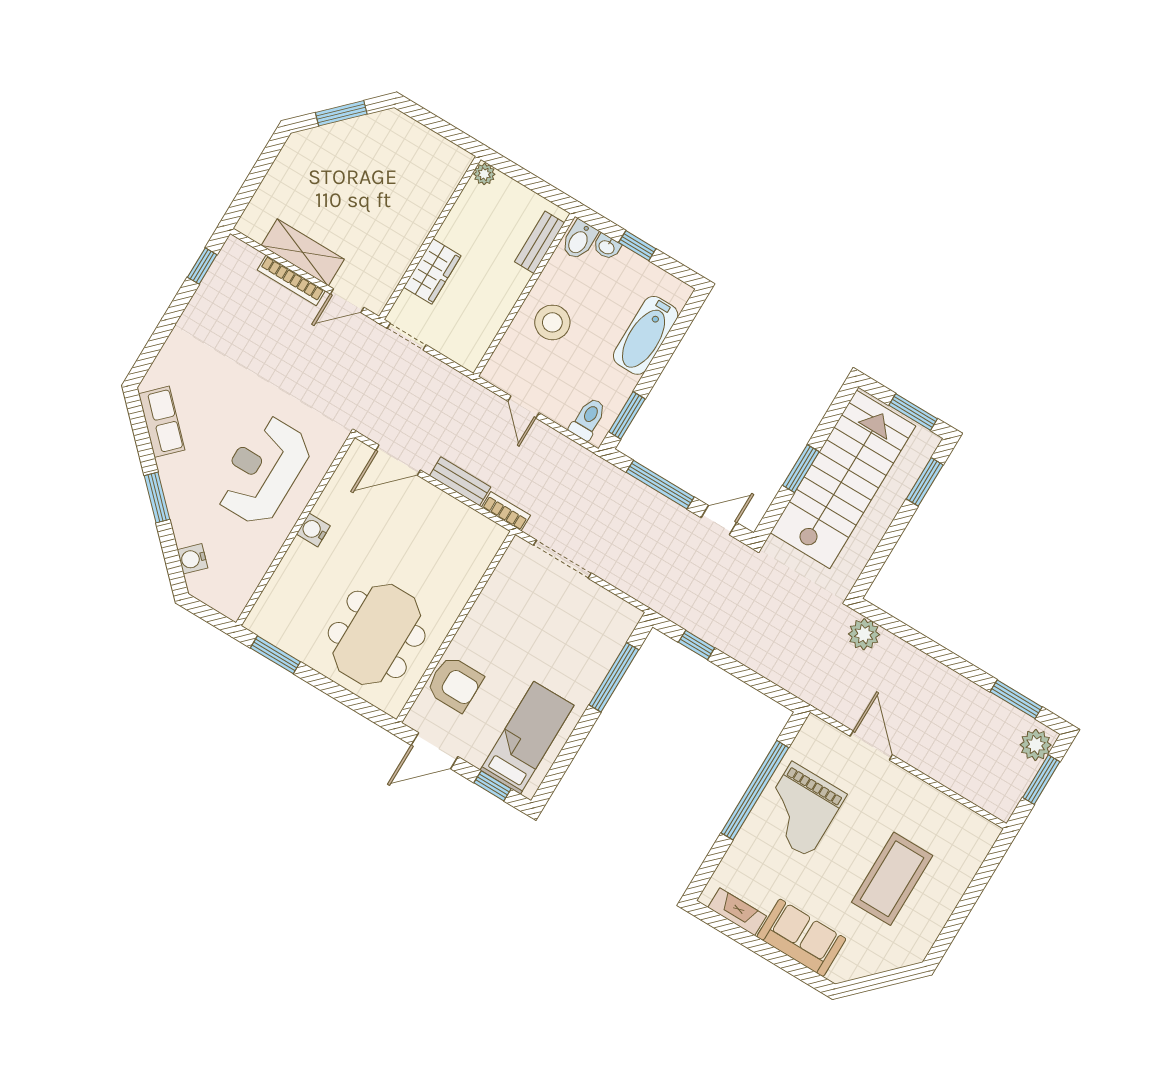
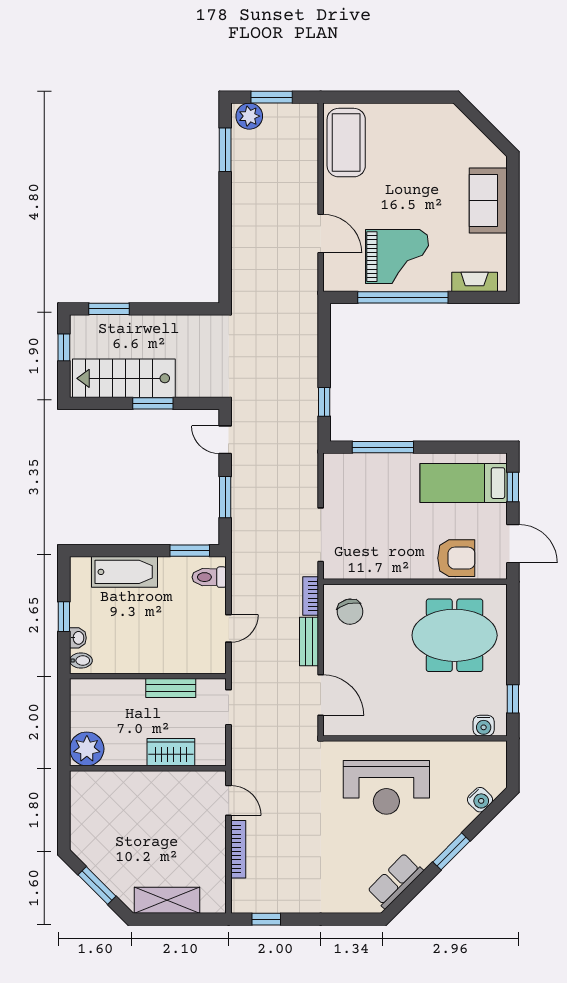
plant: (484, 174) -> (87, 749), width x1.88, depth x1.88
bidet: (579, 240) -> (81, 661), width x0.72, depth x0.74
bench: (539, 242) -> (171, 688), moved
shelving: (303, 252) -> (167, 900), moved, turned 90
stool: (552, 322) -> (156, 644), removed
doorway: (407, 337) -> (229, 707), moved
window: (913, 412) -> (64, 347), width x0.67
stairs: (843, 479) -> (124, 378), width x0.73, depth x0.66
window: (660, 485) -> (225, 497), width x0.69
water cooler: (313, 530) -> (484, 726), moved
chair: (466, 542) -> (350, 612), added
plant: (864, 634) -> (244, 287), removed
window: (275, 655) -> (513, 699), width x0.67
armchair: (455, 684) -> (456, 558), turned 90
door: (871, 746) -> (321, 234), swing flipped
coffee table: (892, 879) -> (346, 143), moved, turned 90
fireplace: (737, 912) -> (475, 282), moved, turned 90

